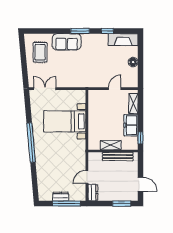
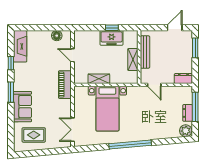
floor lamp: (133, 62) -> (57, 36), moved
piano: (87, 81) -> (65, 85), added
shelving: (133, 104) -> (99, 79), moved
window: (140, 138) -> (112, 28), moved
door: (87, 177) -> (154, 85), moved
plant: (44, 195) -> (186, 131), added

